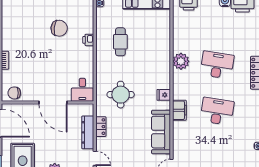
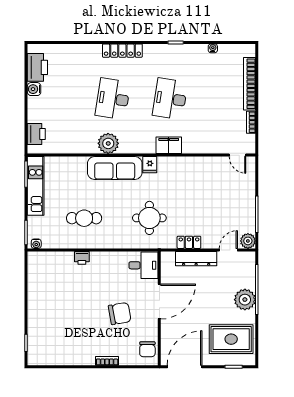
chair: (59, 28) -> (120, 314), moved, turned 73
sofa: (161, 132) -> (115, 168), moved

